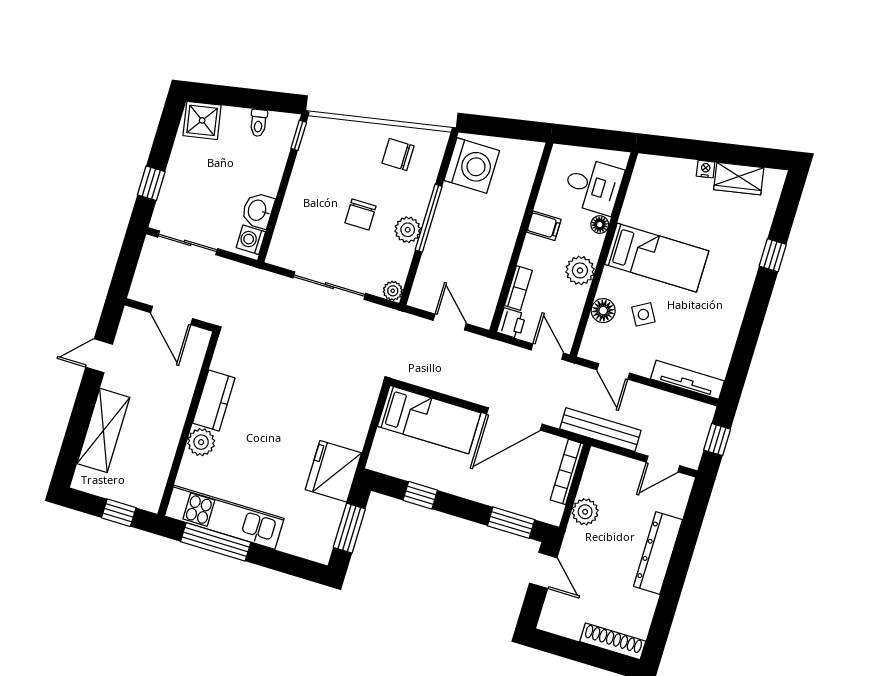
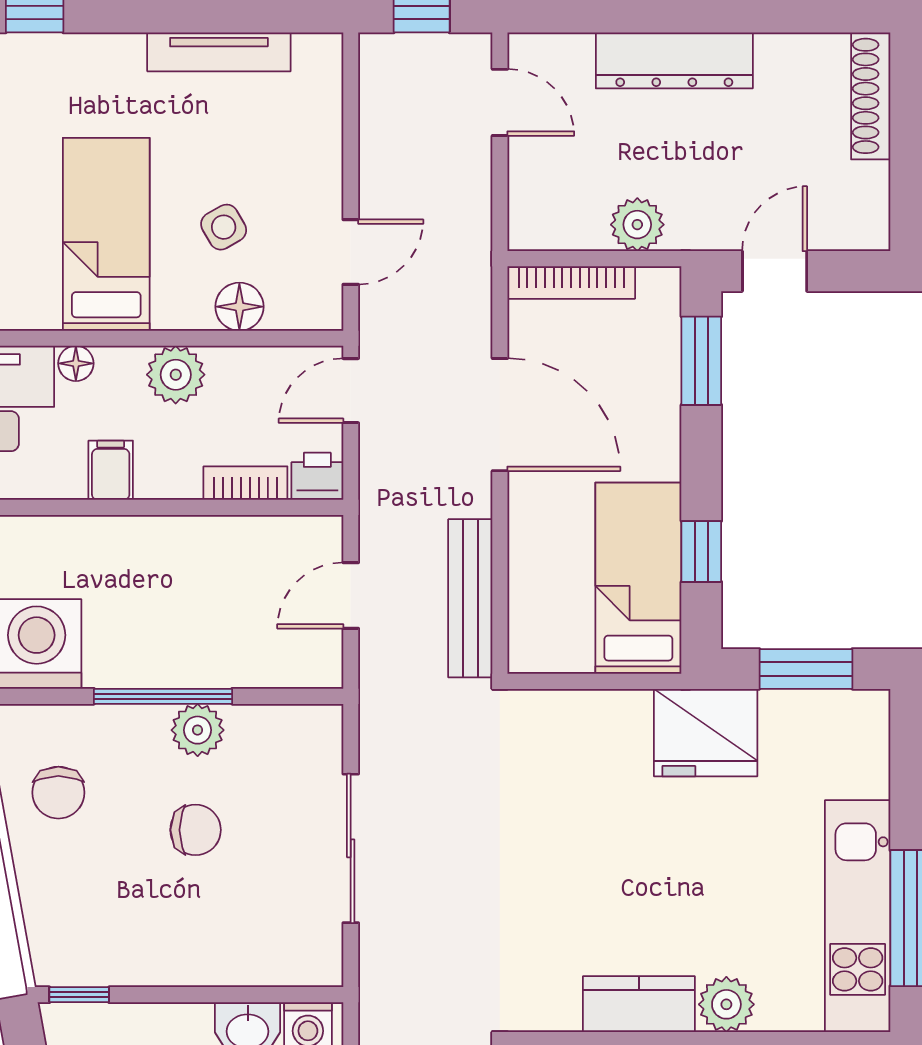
plant: (393, 291) -> (324, 723), removed
tv unit: (687, 380) -> (219, 52), moved, turned -90
bed: (429, 420) -> (638, 578), moved
bench: (600, 430) -> (470, 598), moved

